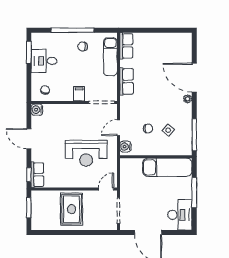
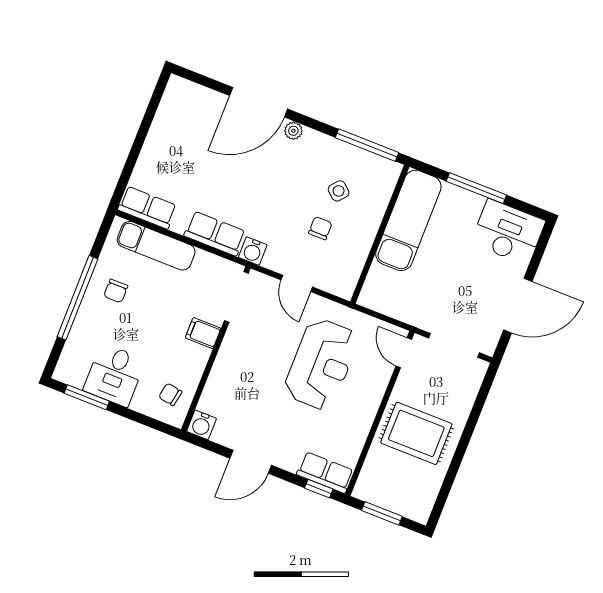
water cooler: (125, 147) -> (253, 251), moved

